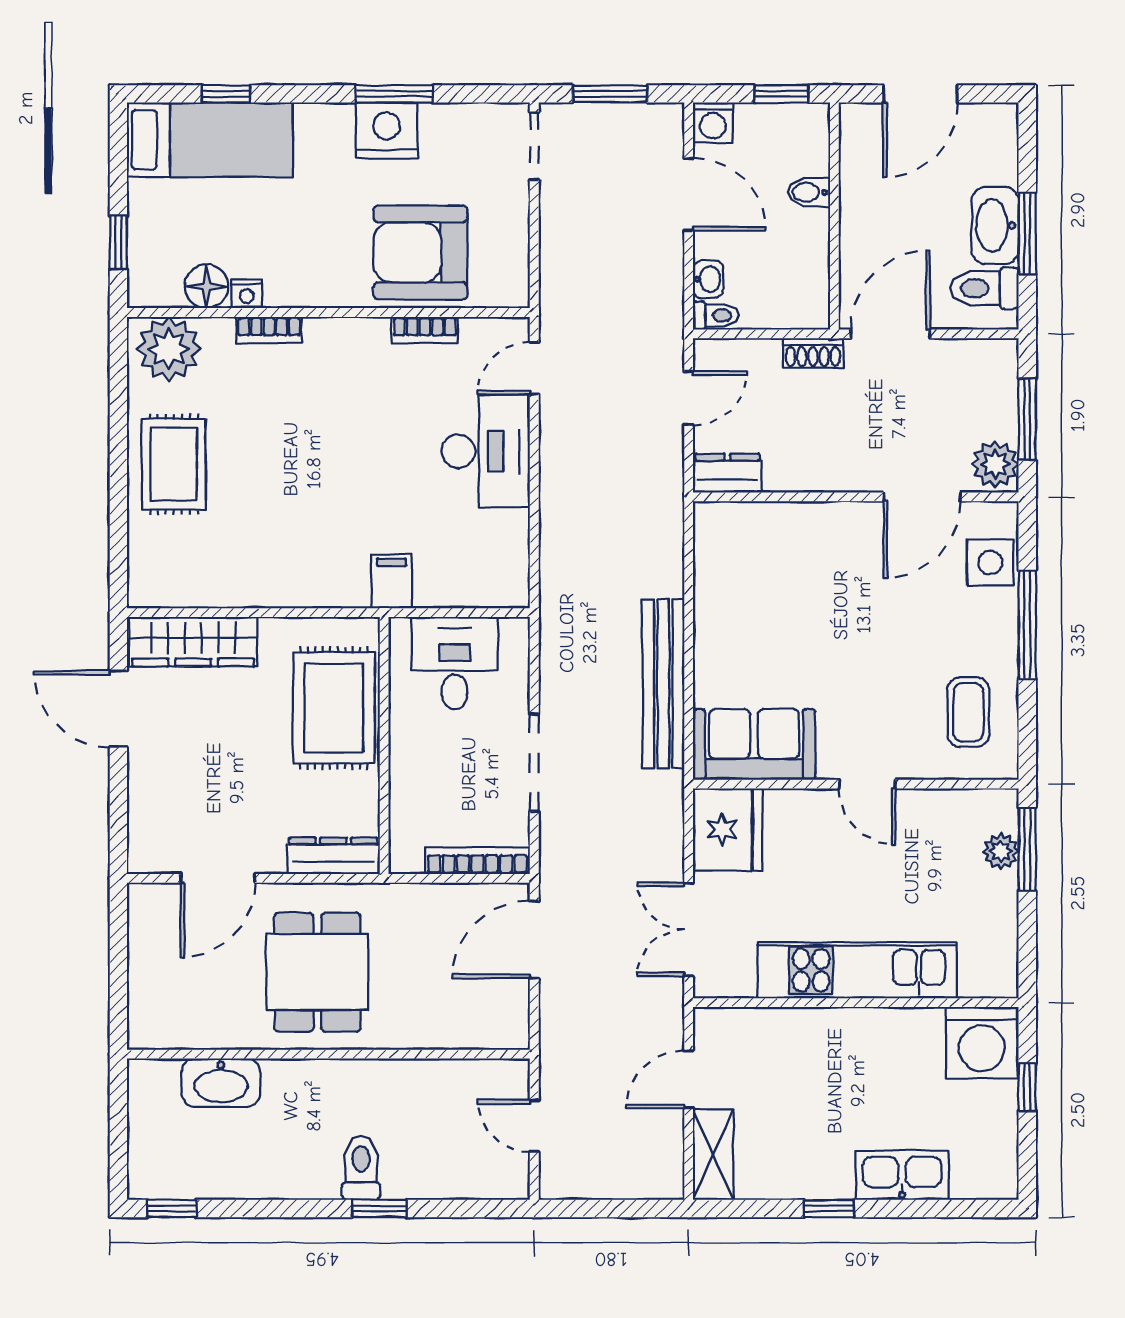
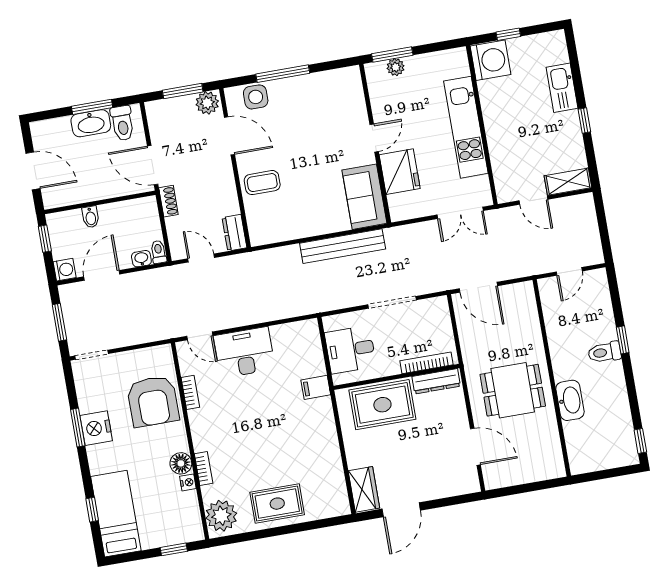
floor lamp: (206, 286) -> (181, 463), moved
wardrobe: (193, 642) -> (364, 489), width x0.67
coffee table: (968, 712) -> (262, 183), moved
fridge: (728, 829) -> (400, 172), moved, turned 90
dresser: (333, 856) -> (436, 381), moved, turned -90
bookcase: (477, 861) -> (427, 363), moved, turned 90
washbasin: (221, 1083) -> (570, 400), moved

